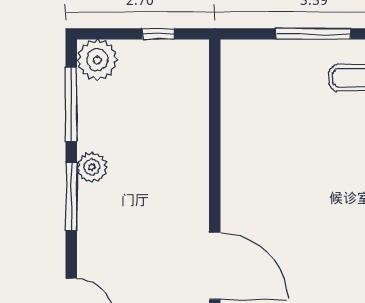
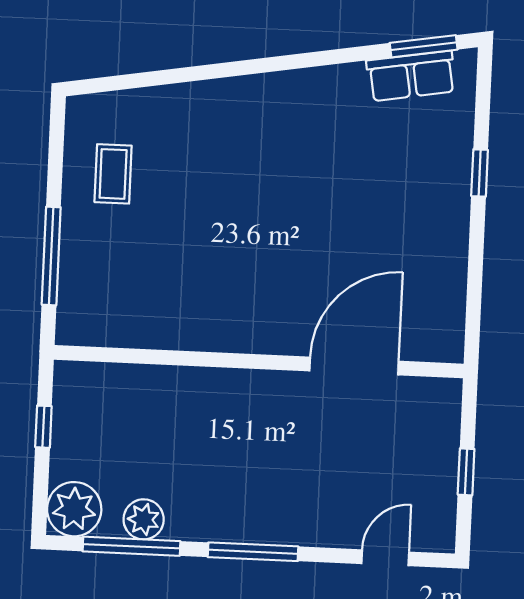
window: (313, 34) -> (51, 256), moved
plant: (92, 167) -> (144, 519), moved

